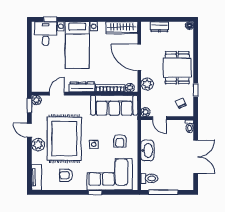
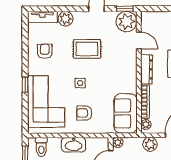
plant: (36, 100) -> (127, 22), width x1.87, depth x1.87
sofa: (114, 105) -> (125, 114), width x0.73
rug: (64, 139) -> (87, 49), width x0.54, depth x0.49
plant: (38, 145) -> (66, 19), moved

